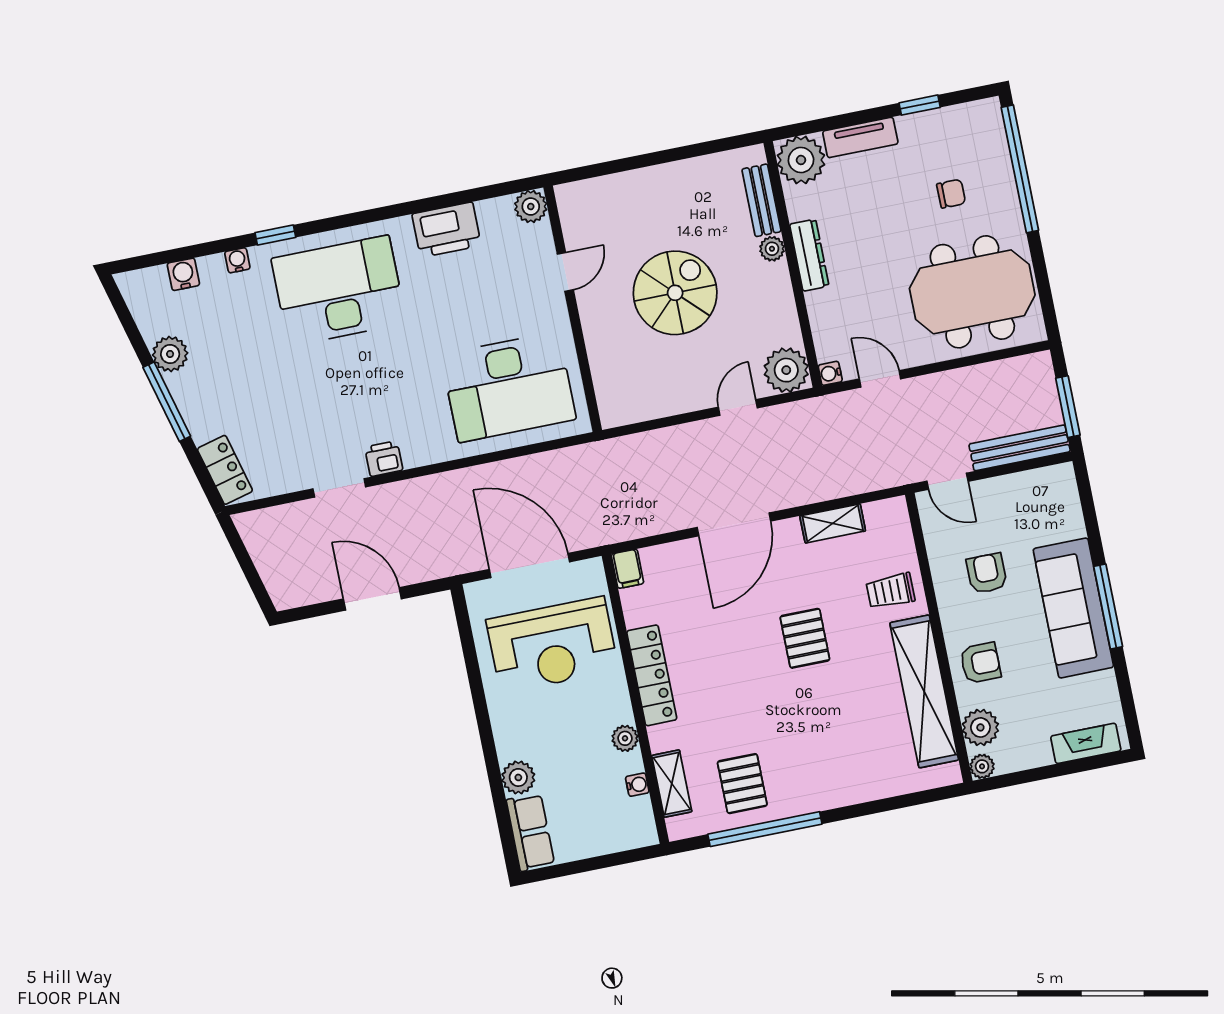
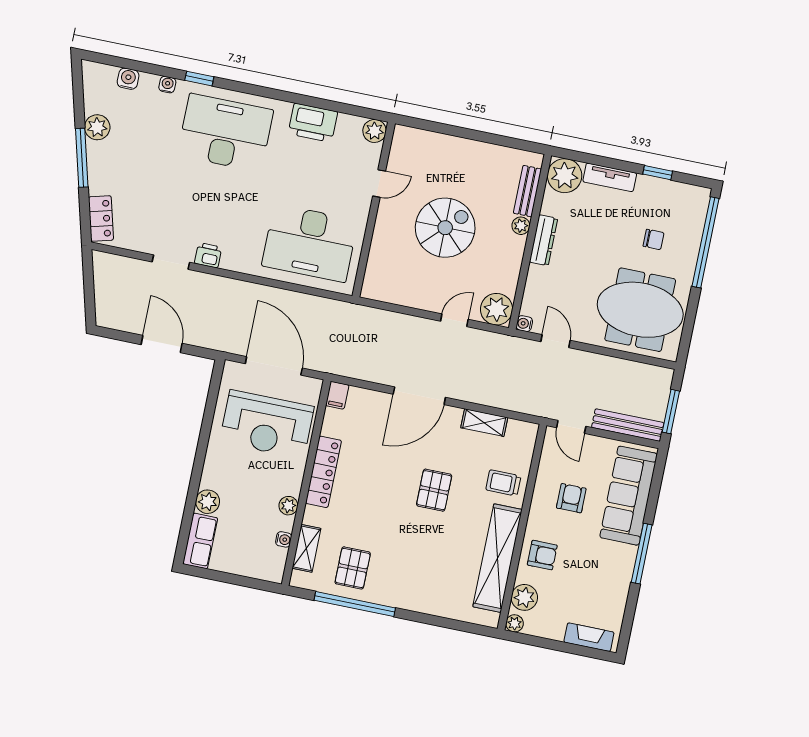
sofa: (1073, 608) -> (629, 496), moved

